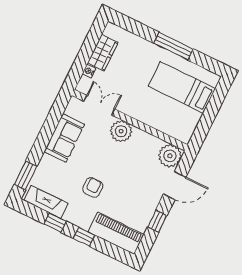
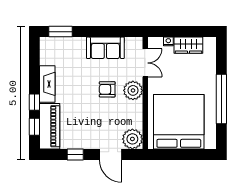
window: (174, 46) -> (221, 99), width x1.46
bed: (182, 87) -> (179, 122), width x2.04
armchair: (93, 187) -> (107, 89), moved, turned 180
fireplace: (46, 202) -> (47, 84), moved
window: (55, 223) -> (34, 127), moved

